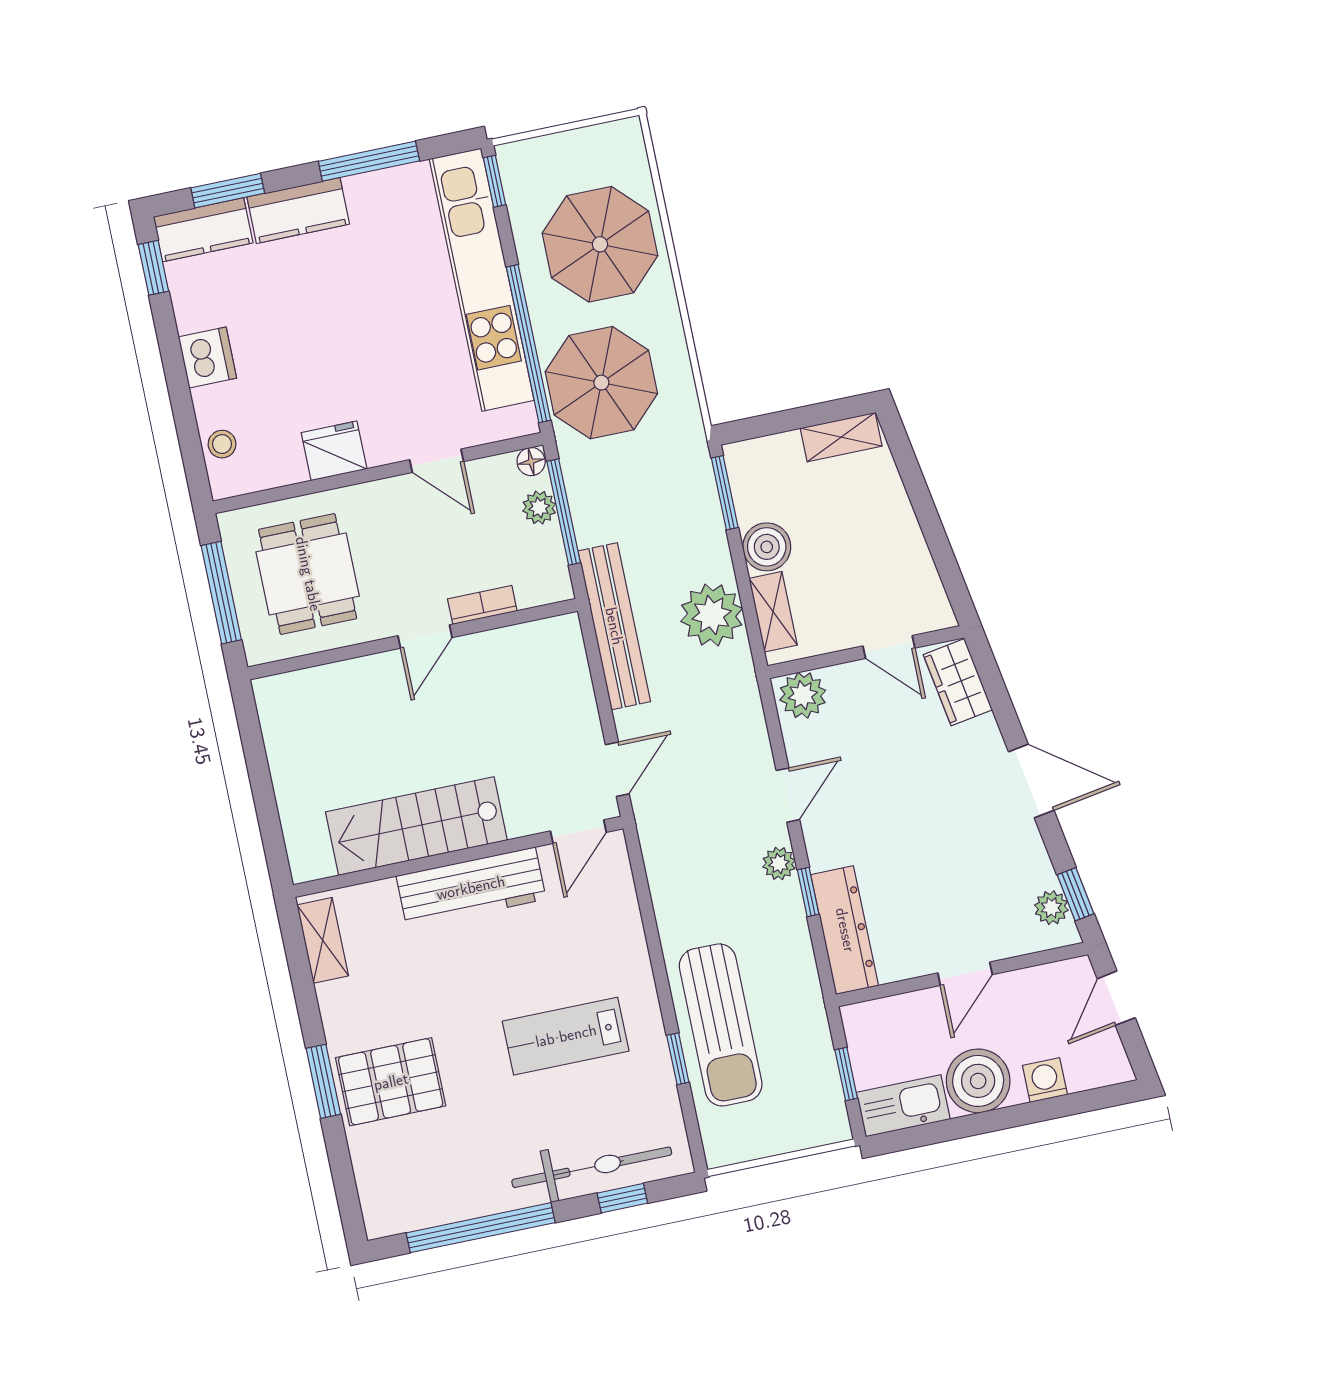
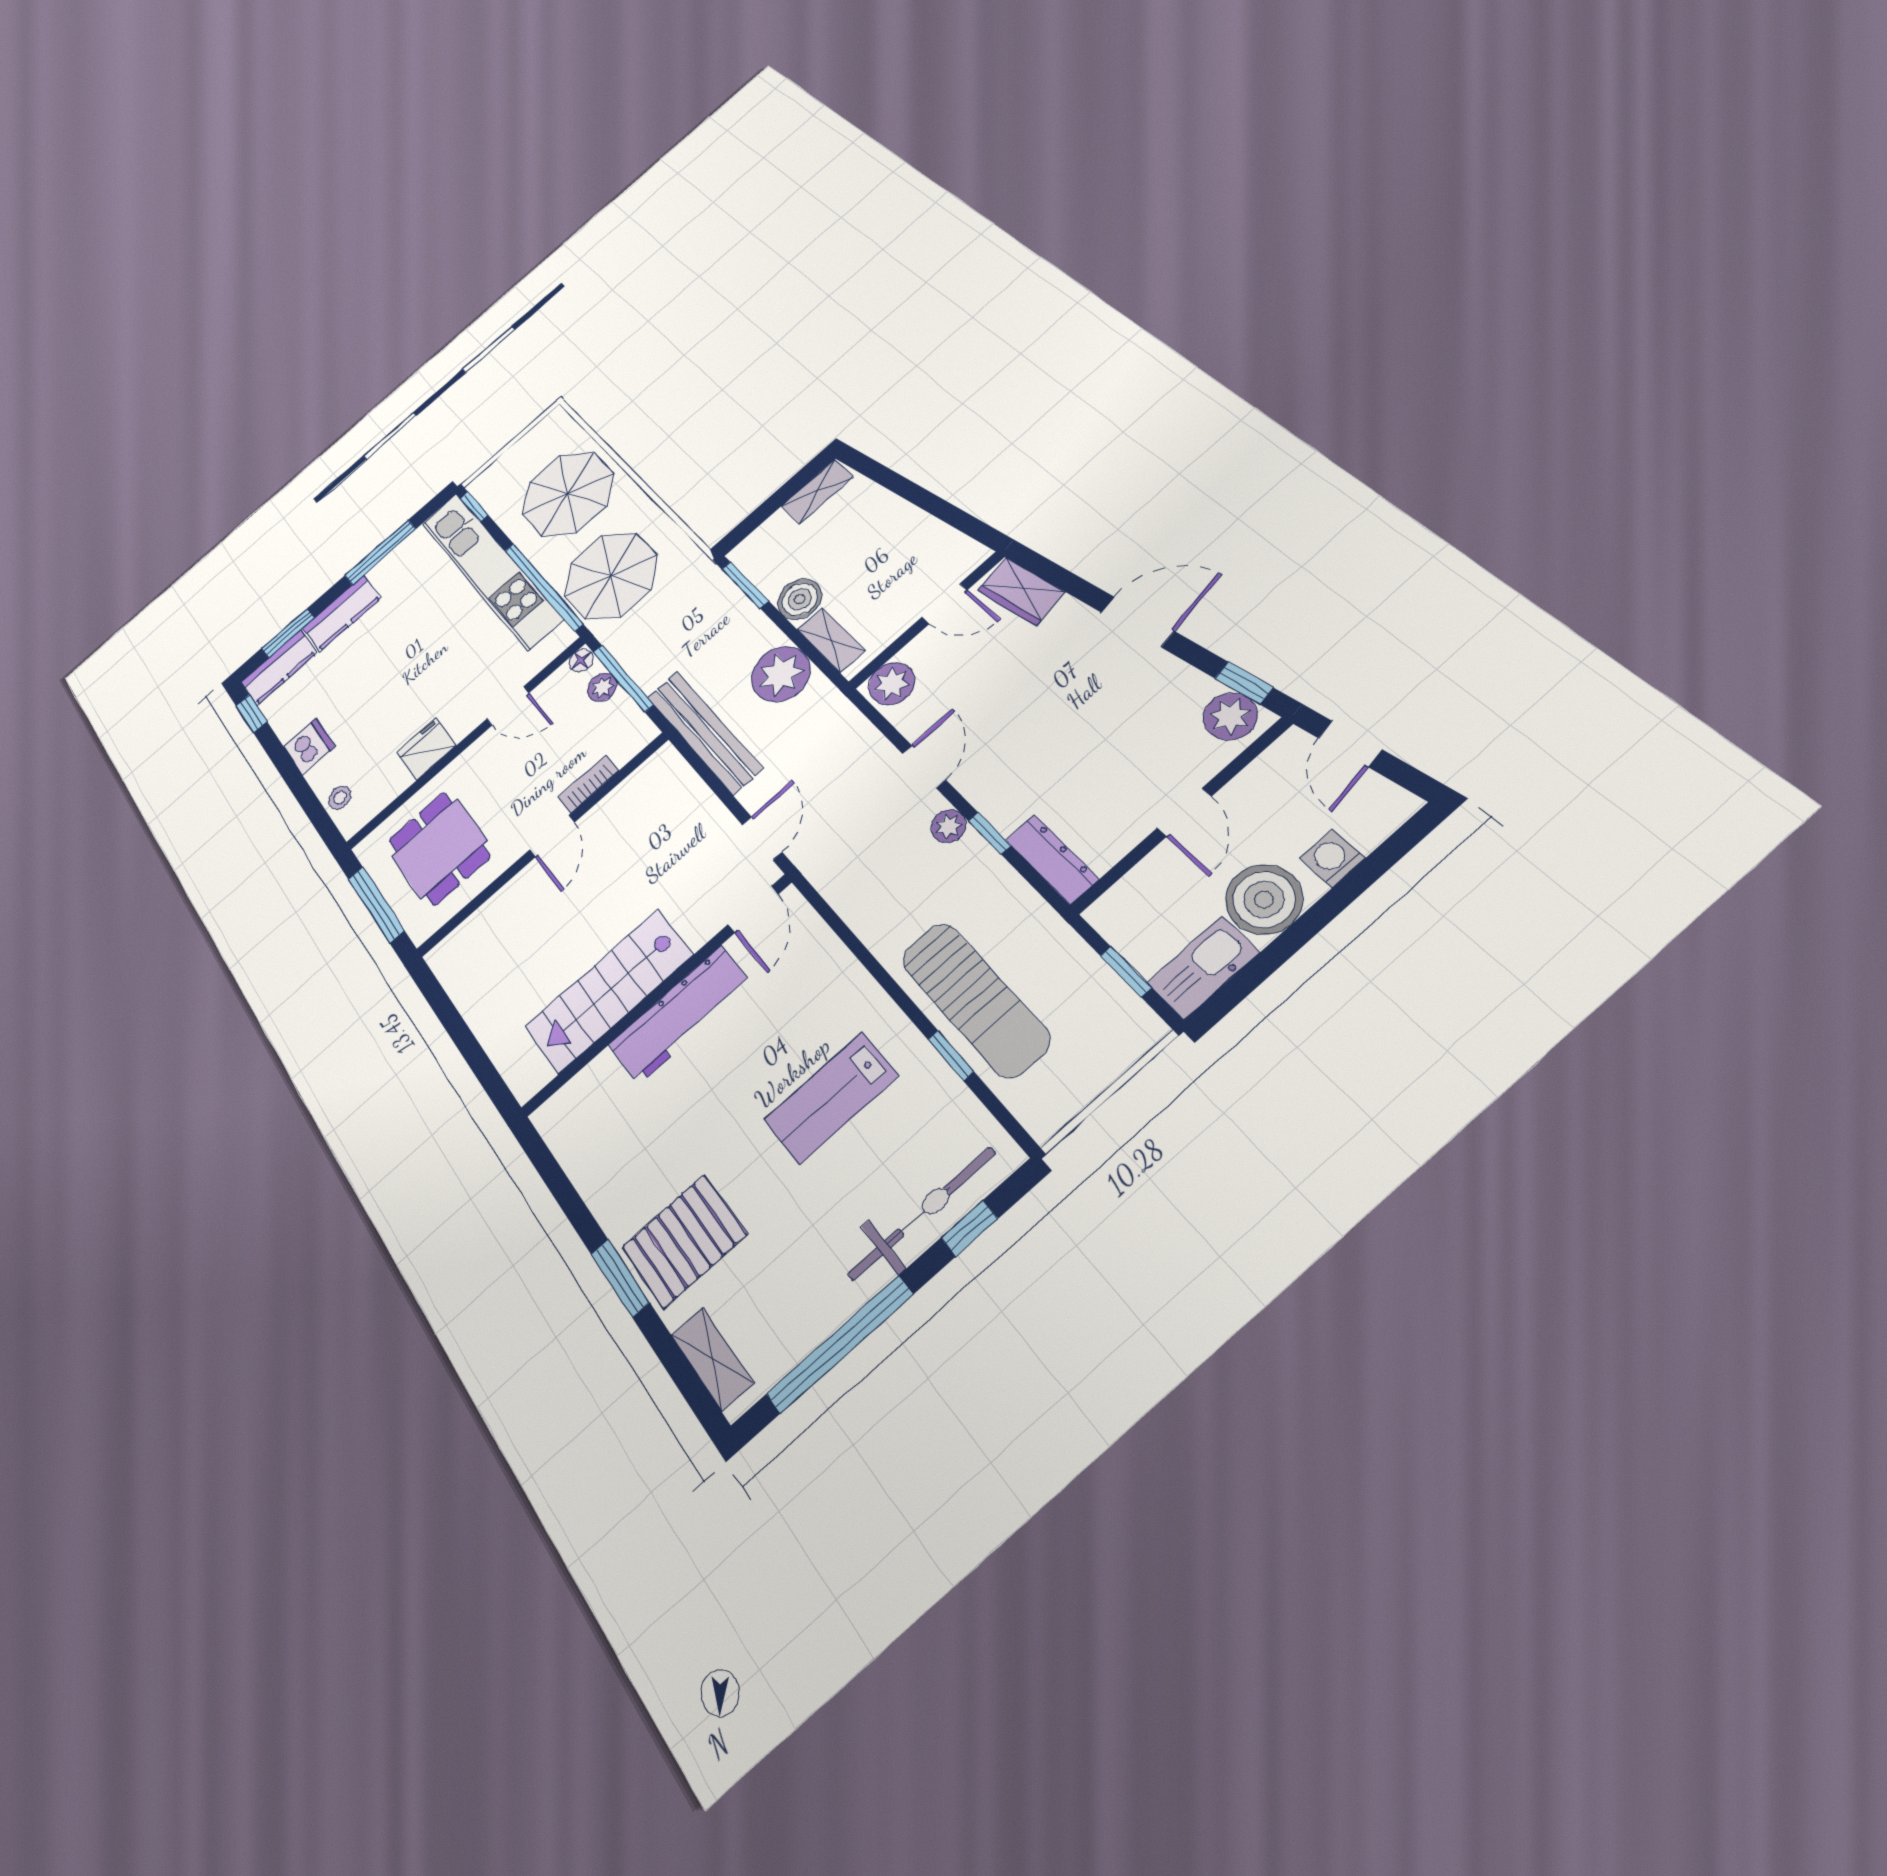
plant: (1051, 908) -> (1230, 716), width x1.38, depth x1.38
dresser: (845, 930) -> (1052, 859), width x0.73, depth x0.80
shelving: (323, 940) -> (712, 1359), moved

